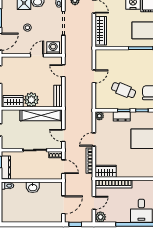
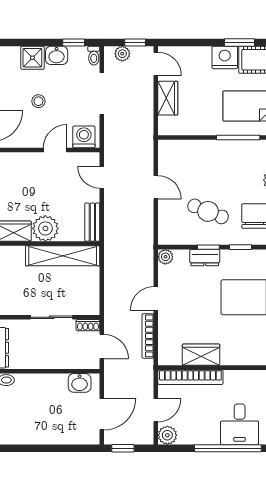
wardrobe: (101, 31) -> (168, 98), width x0.67
door: (94, 76) -> (156, 187), hinge flipped
door: (63, 136) -> (102, 292), removed
wardrobe: (106, 171) -> (201, 355), moved
washbasin: (33, 187) -> (80, 383), moved

